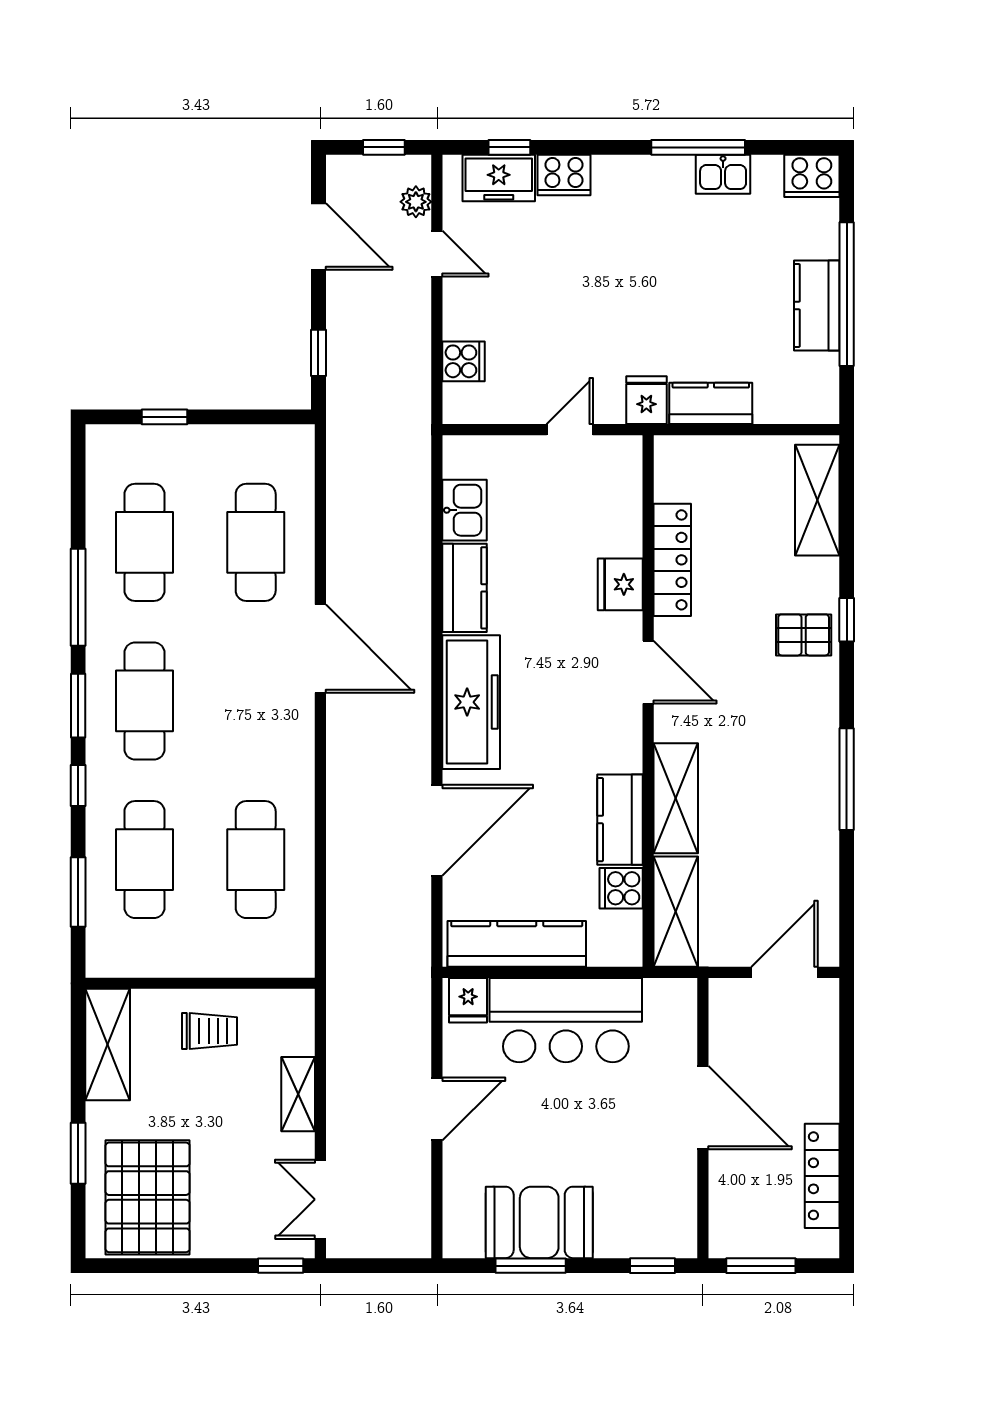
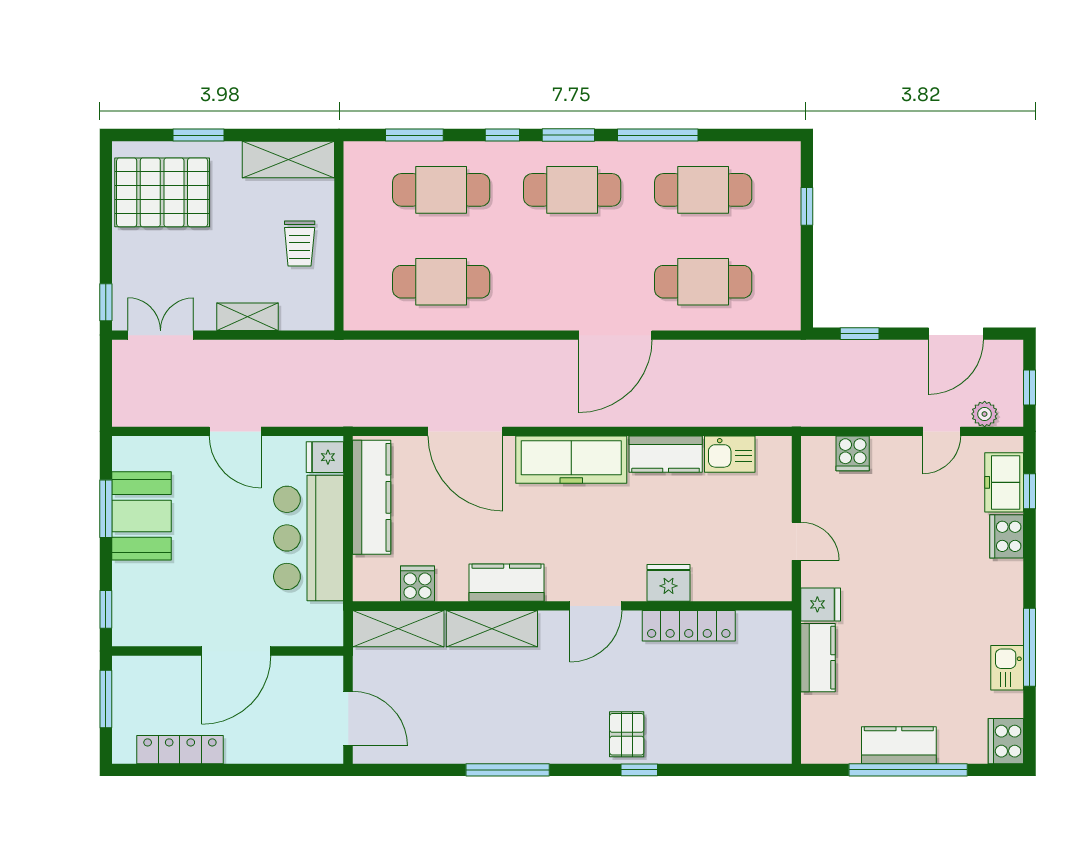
shelving: (817, 500) -> (738, 746), removed
kitchen counter: (620, 820) -> (507, 583), moved

